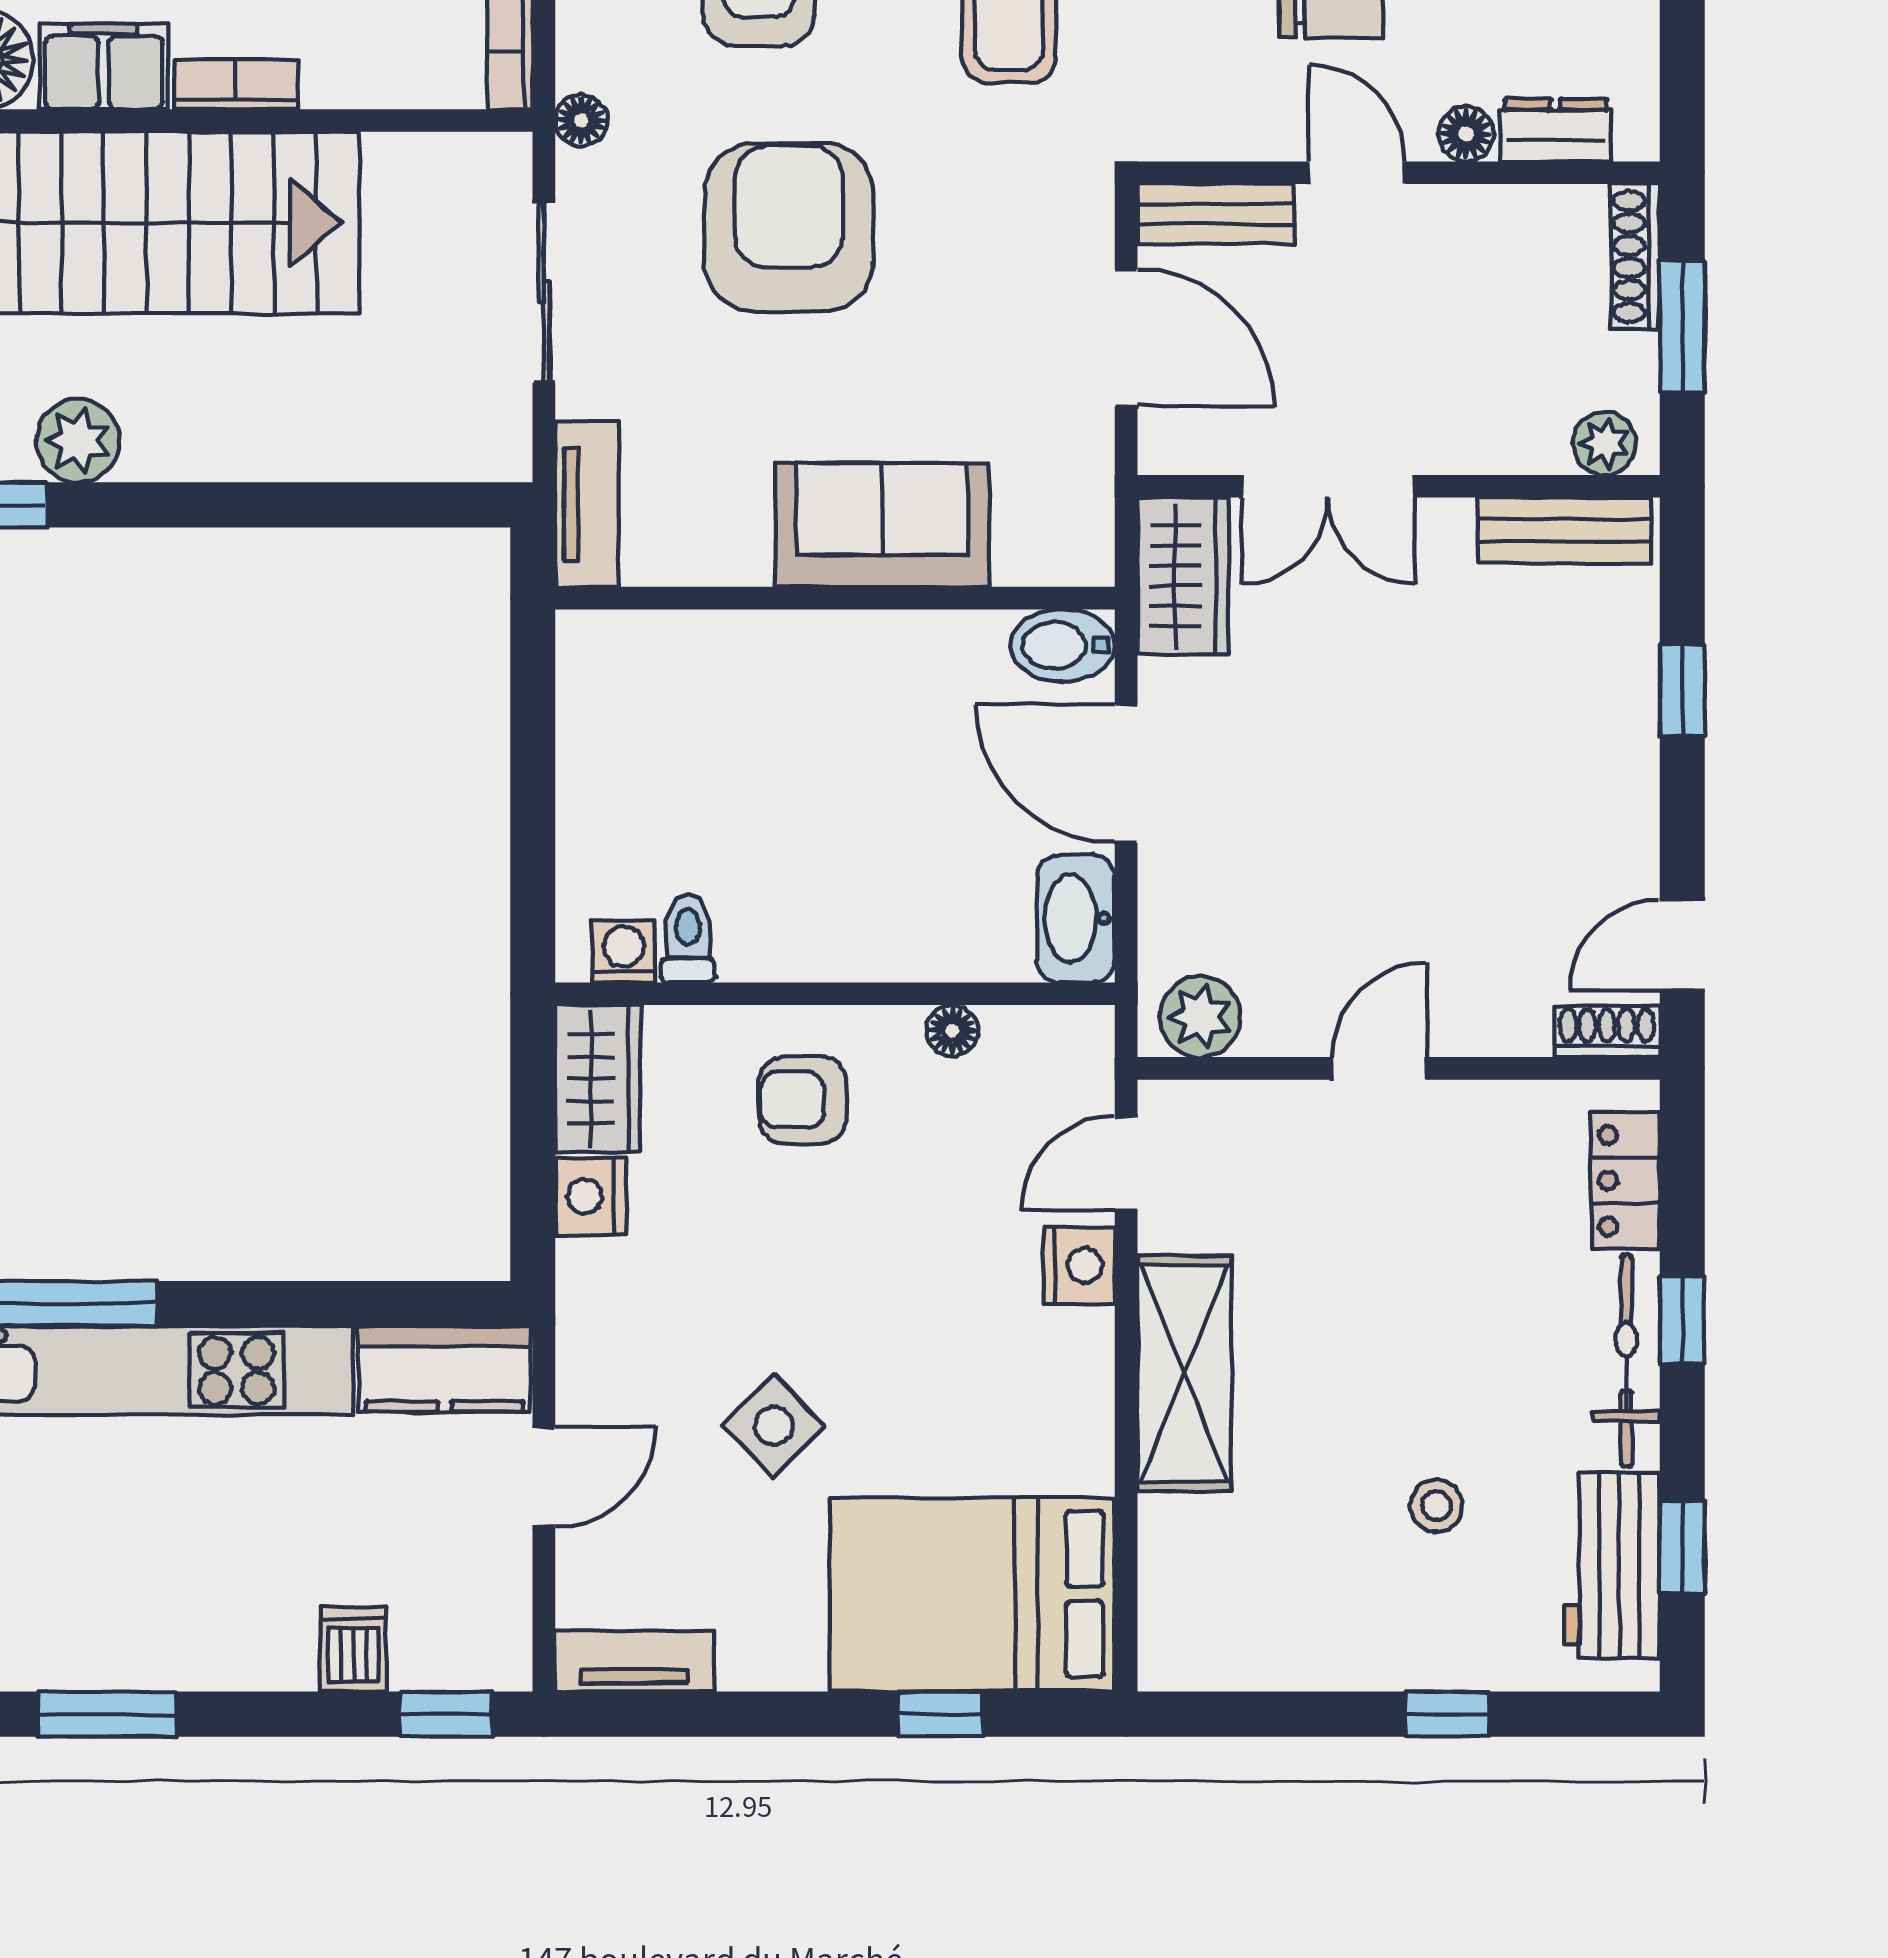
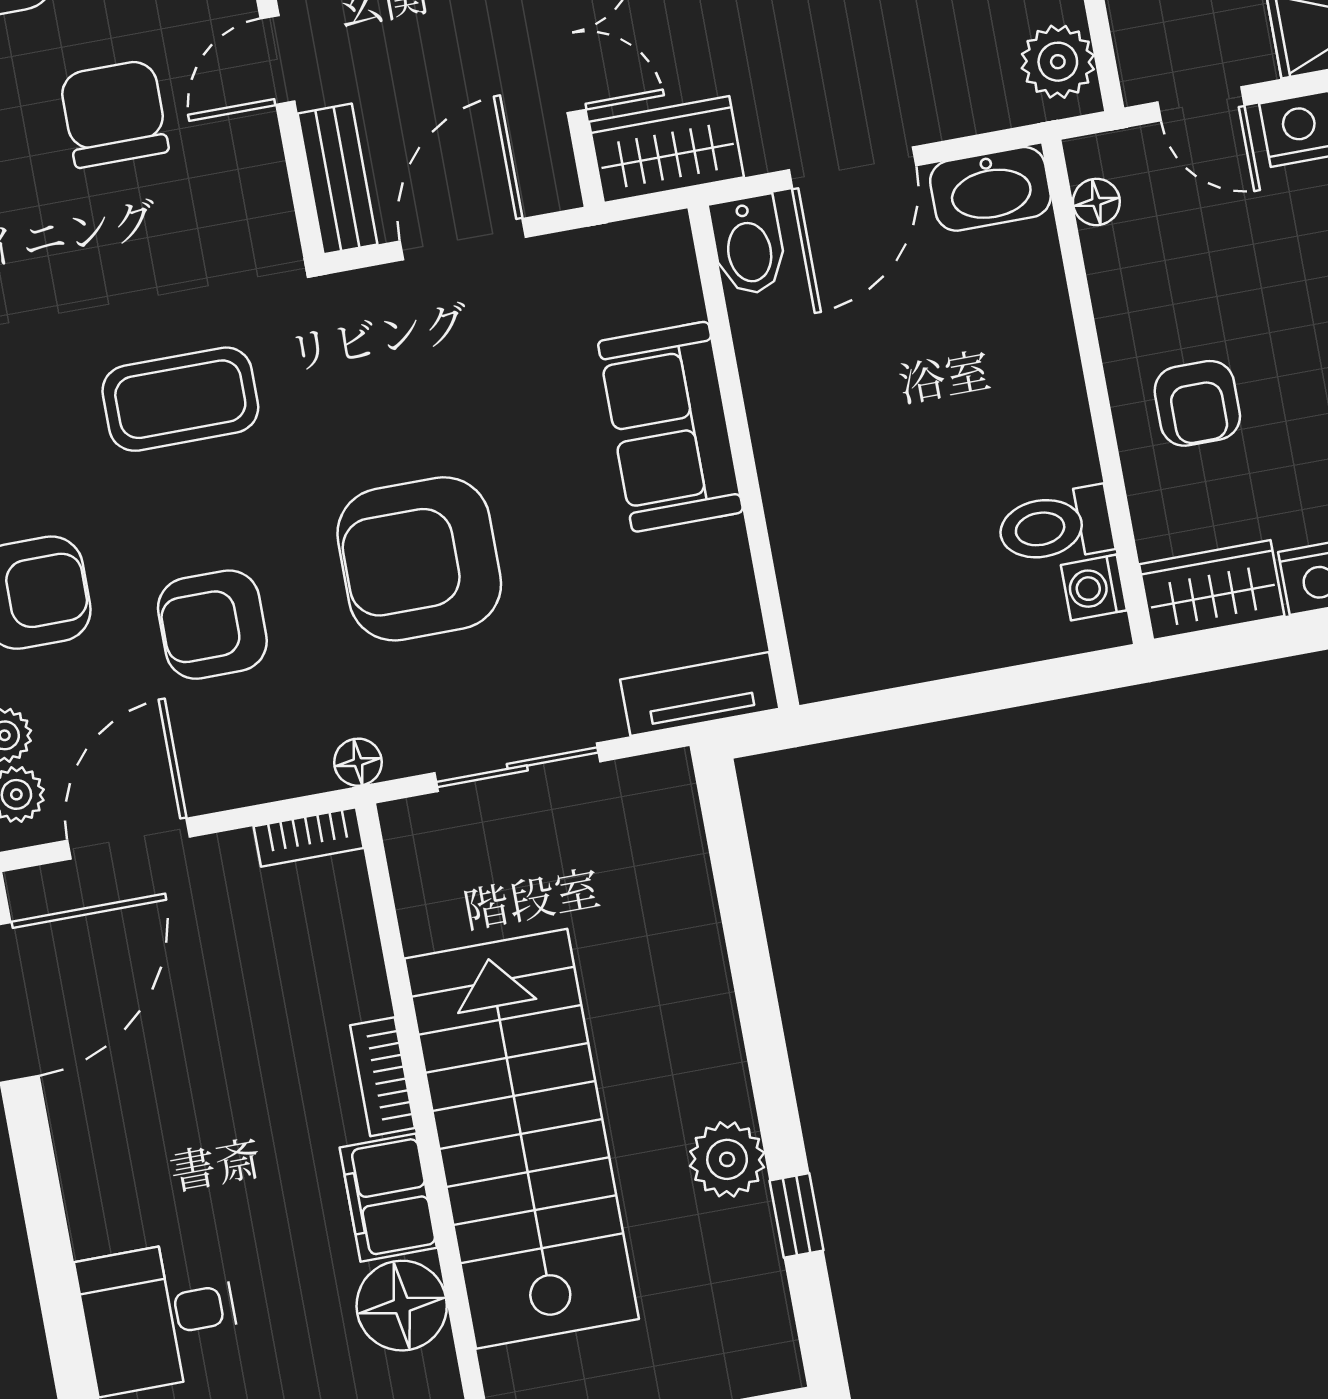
toilet: (688, 939) -> (1055, 526), width x1.37, depth x1.39
floor lamp: (952, 1031) -> (1096, 202), moved

